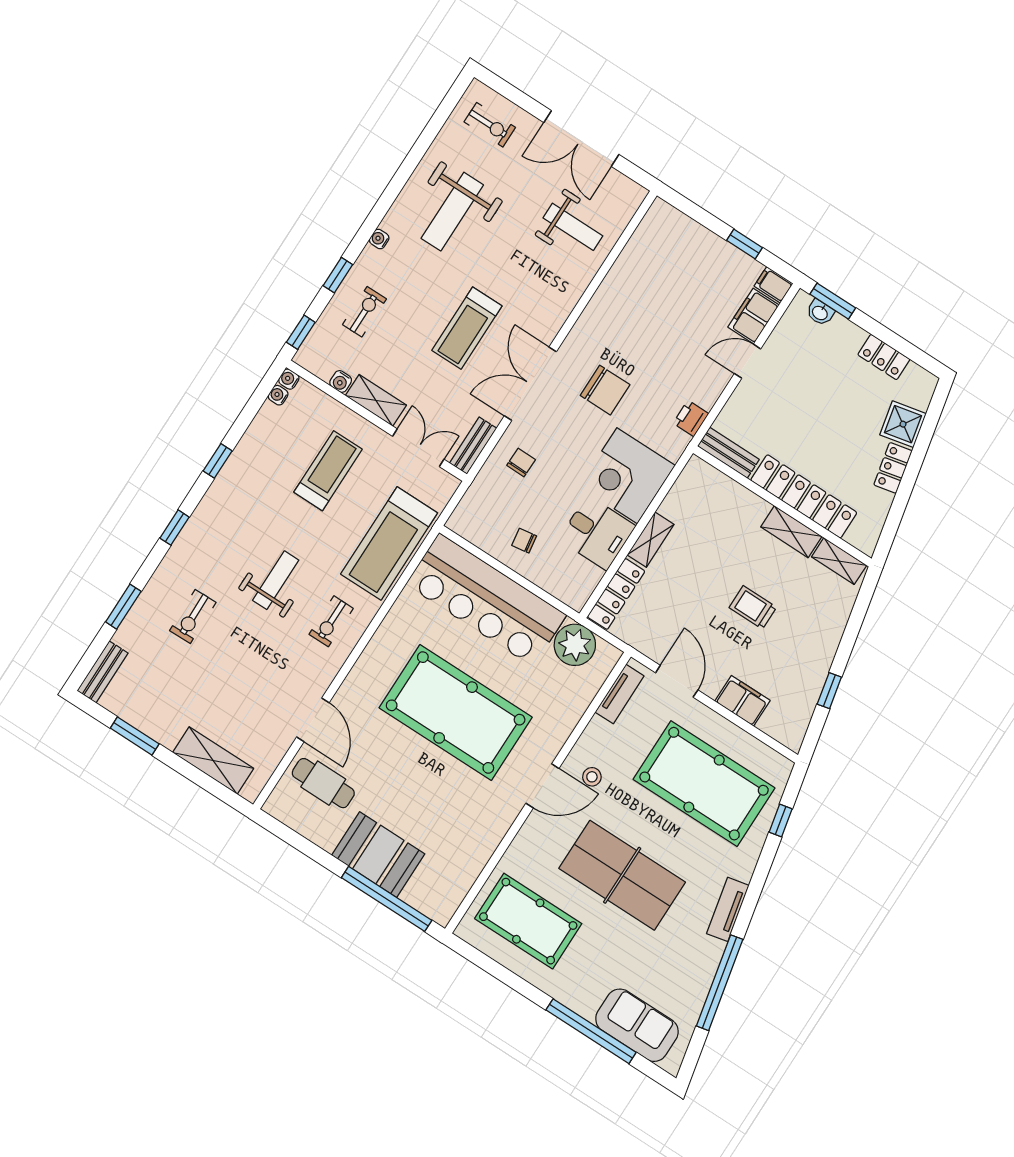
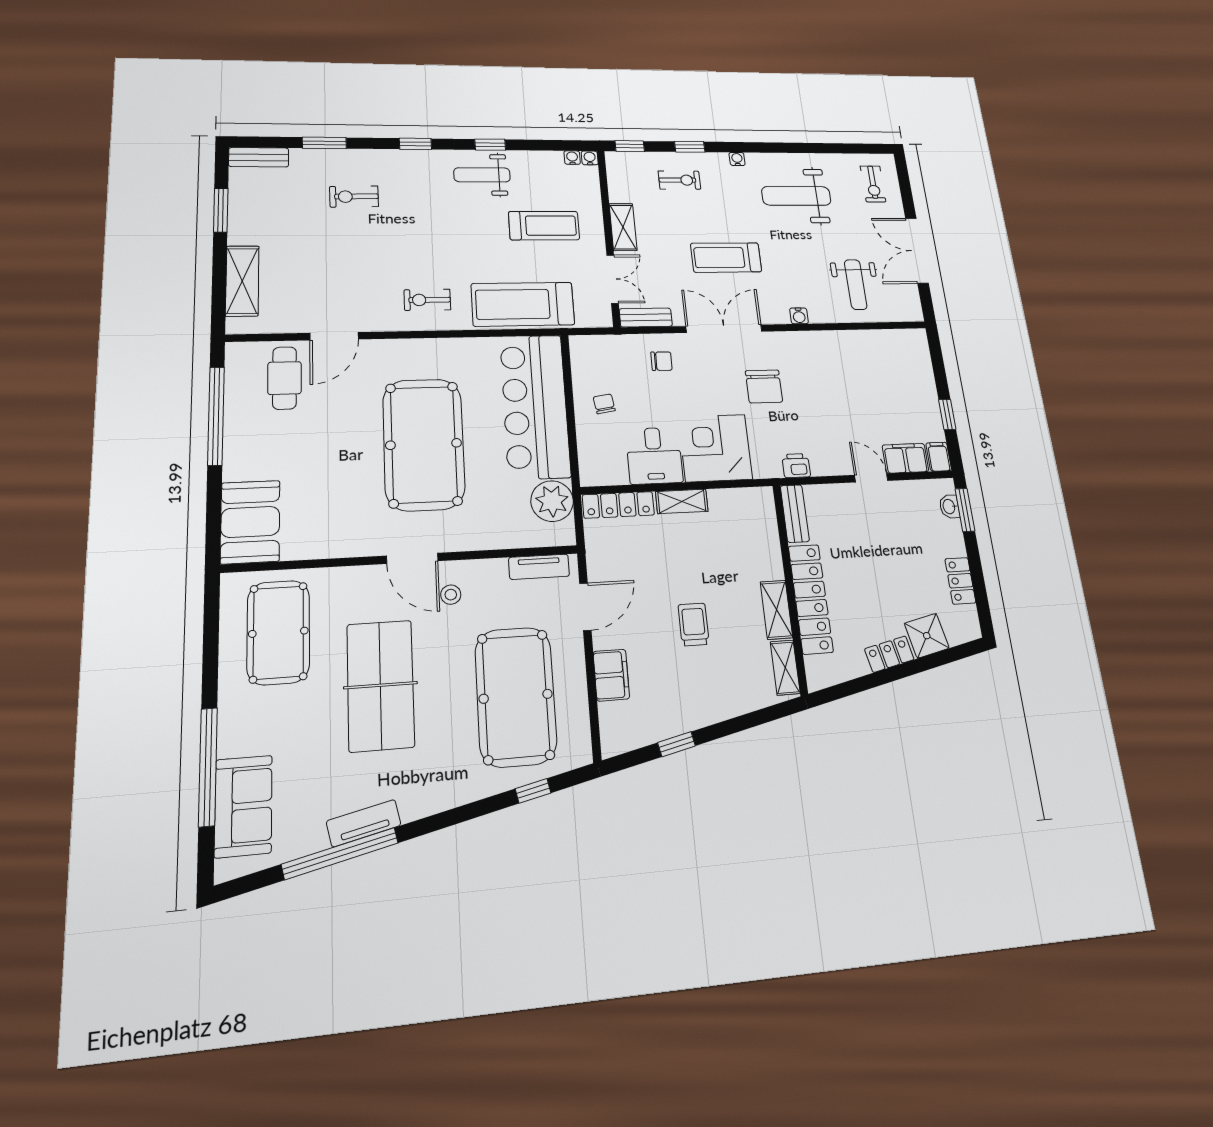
water cooler: (341, 382) -> (799, 316), moved, turned -90
weight bench: (276, 580) -> (482, 175), moved, turned 180
booth: (378, 855) -> (250, 522), moved
window: (387, 899) -> (216, 416), moved
tv unit: (728, 909) -> (364, 823), moved

